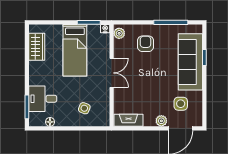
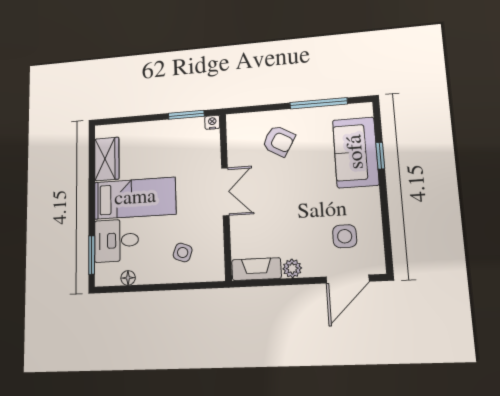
plant: (119, 33) -> (235, 128), removed
armchair: (145, 44) -> (279, 141), turned 120
bed: (75, 50) -> (135, 198), moved, turned -90
sofa: (190, 62) -> (356, 152), width x0.73
plant: (161, 121) -> (292, 268), moved

